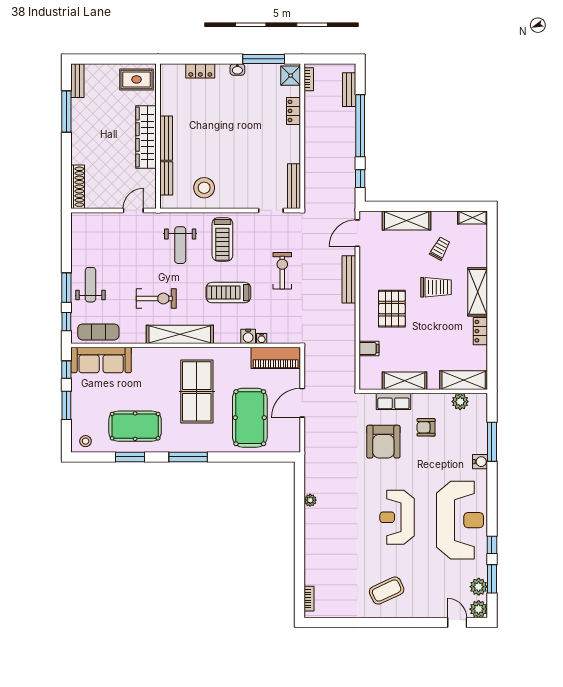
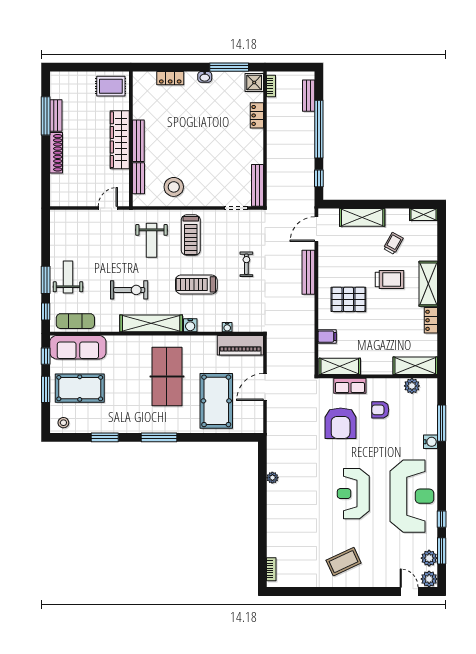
bench: (77, 81) -> (56, 115), moved
shoe rack: (78, 187) -> (56, 153), moved
exercise bike: (282, 271) -> (246, 264), width x0.73, depth x0.72
pallet: (392, 309) -> (348, 299), turned 90
water cooler: (248, 336) -> (190, 325), moved
shelving: (405, 381) -> (340, 366), moved
pool table: (135, 426) -> (80, 388), moved

